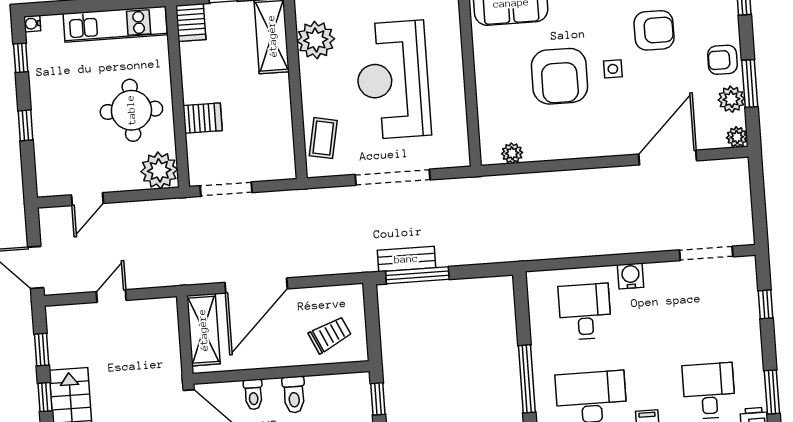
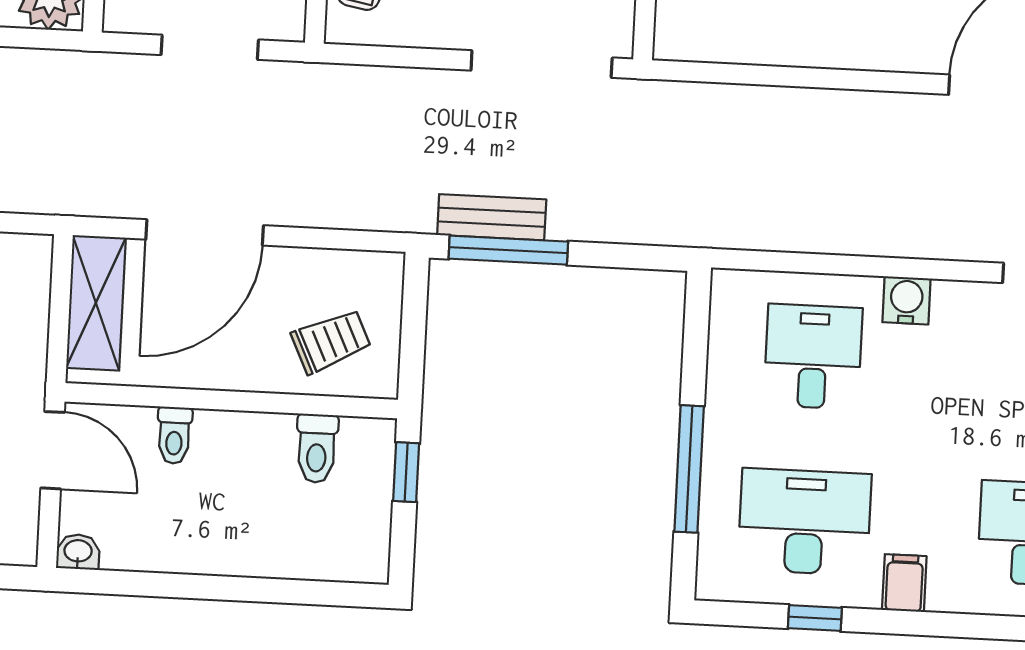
plant: (512, 153) -> (713, 44), removed
doorway: (393, 177) -> (542, 64), moved
doorway: (226, 189) -> (210, 47), moved
toilet: (294, 395) -> (317, 448), moved

